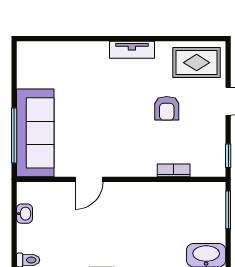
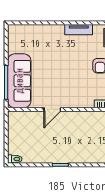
washbasin: (24, 214) -> (13, 130), removed

